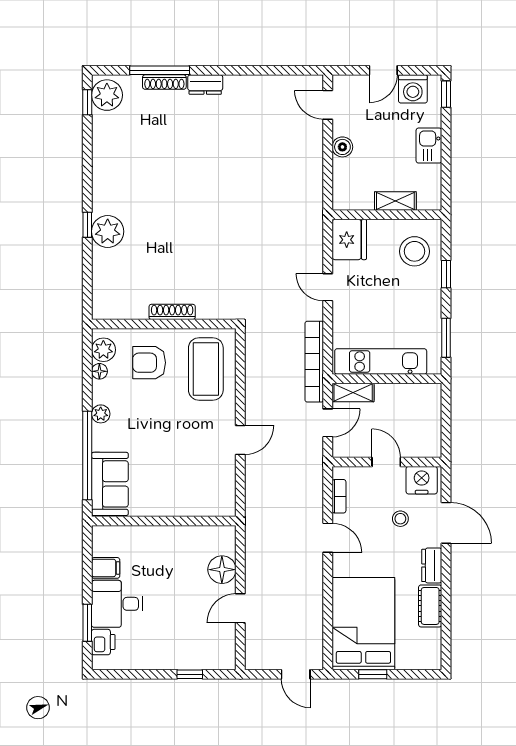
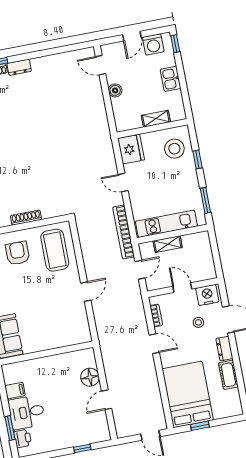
armchair: (149, 363) -> (18, 253), turned 90
shelving: (353, 393) -> (168, 244), moved

